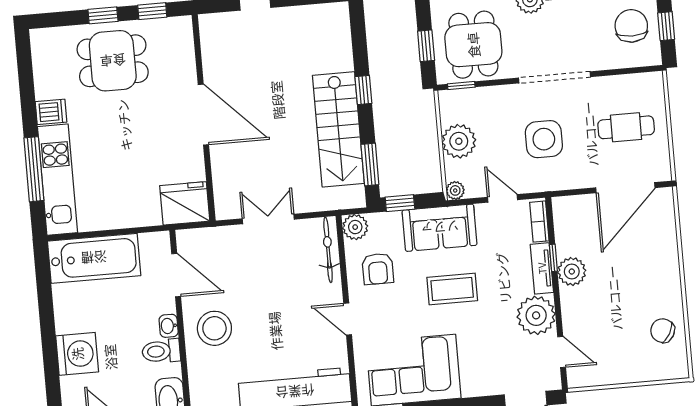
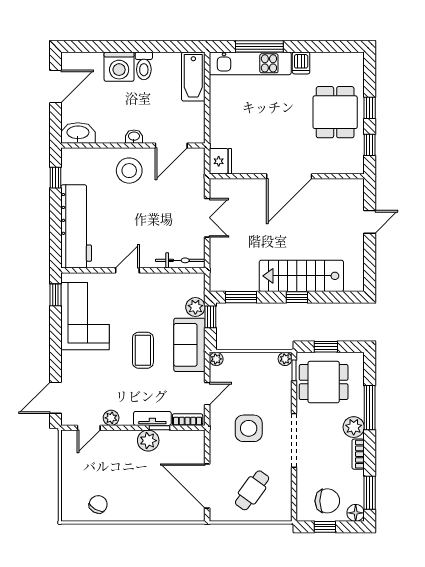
cafe table: (626, 127) -> (252, 490), turned 36
stairs: (338, 129) -> (301, 276), moved
plant: (459, 141) -> (285, 359), moved, width x0.53, depth x0.53
fridge: (185, 203) -> (220, 161), width x0.73, depth x0.75
plant: (355, 227) -> (195, 307), moved
bathtub: (94, 258) -> (193, 76), width x0.73, depth x0.73
armchair: (378, 269) -> (163, 296), removed
plant: (536, 315) -> (111, 418), width x0.53, depth x0.53
toilet: (161, 351) -> (144, 66), moved, turned 180

